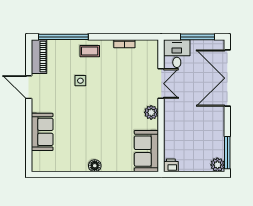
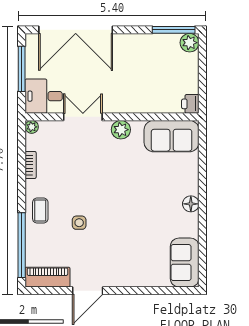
plant: (153, 45) -> (32, 127), added
sofa: (42, 132) -> (185, 263), moved, turned -90

